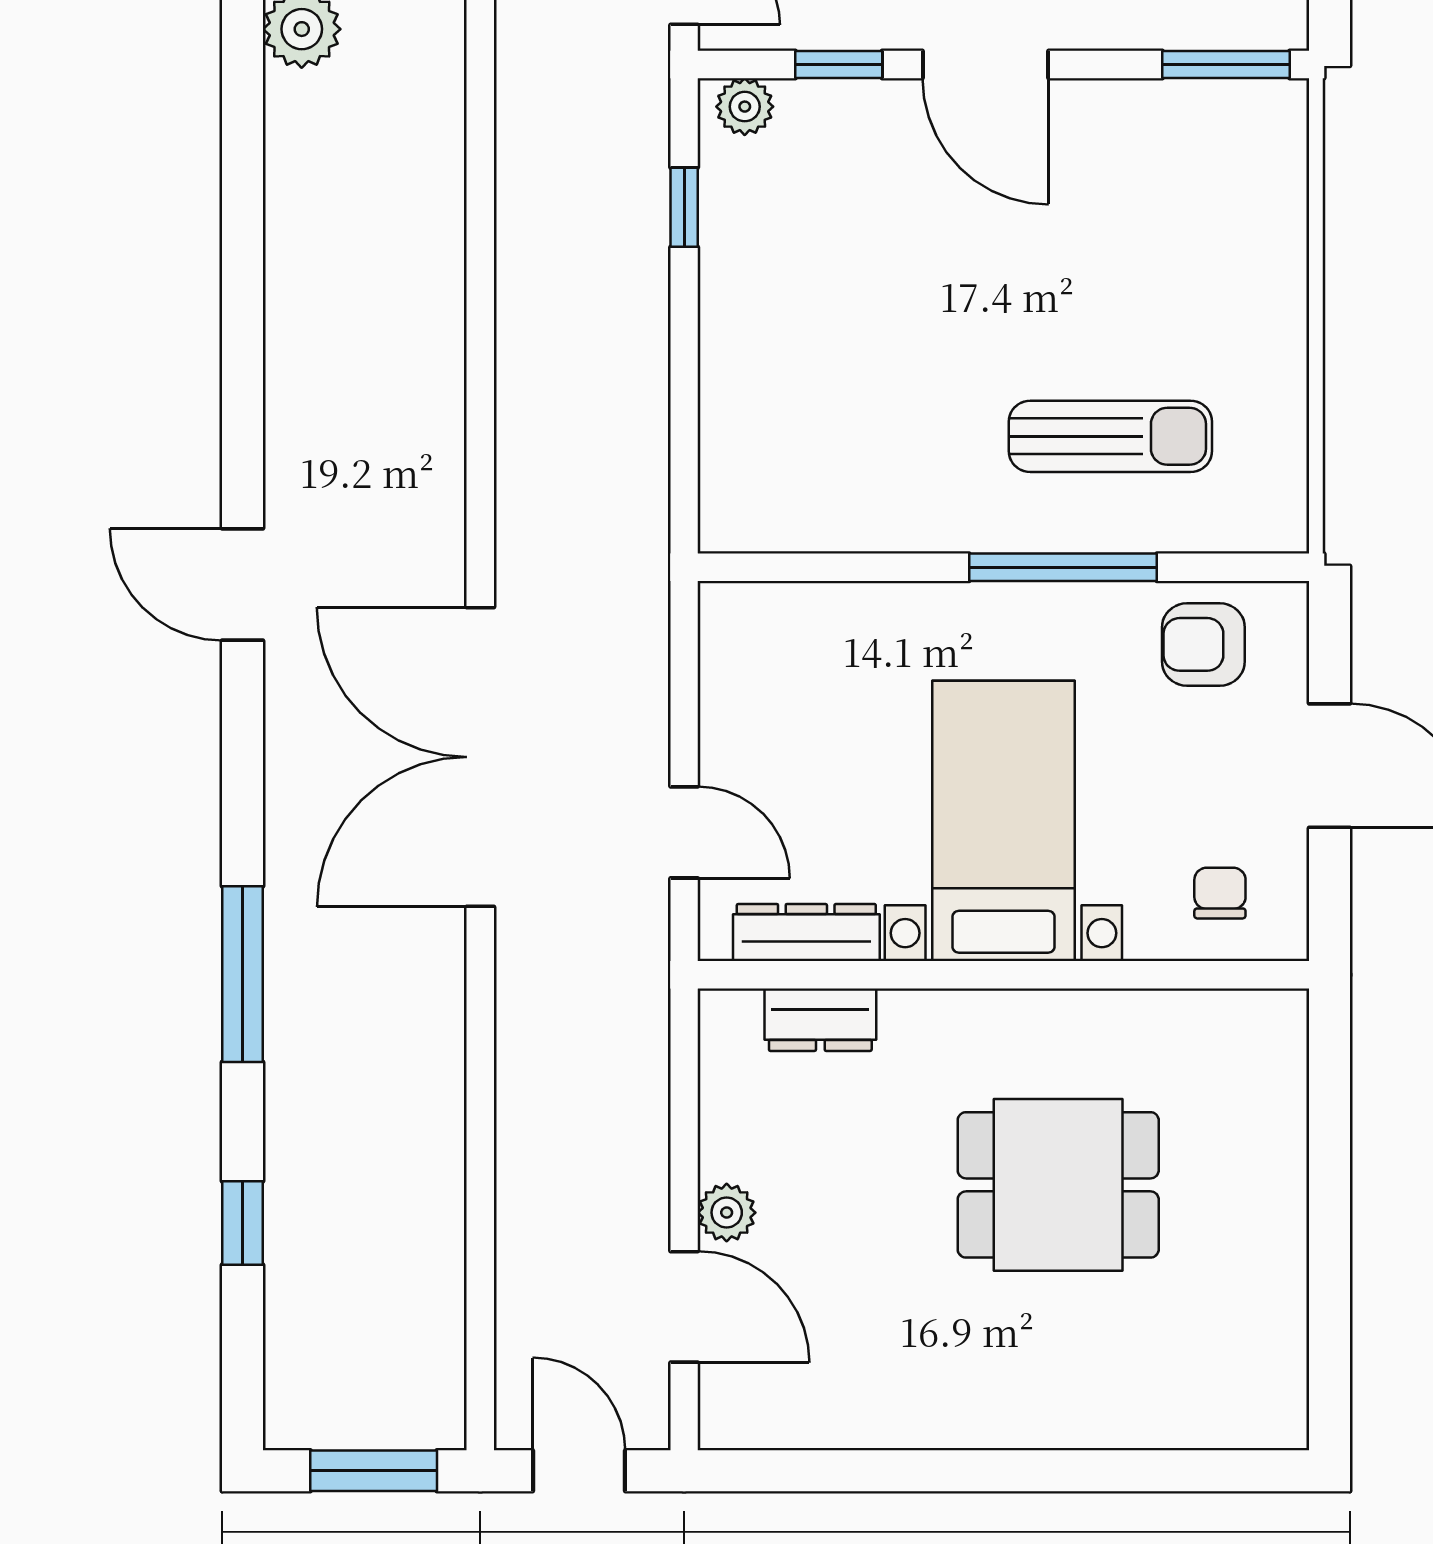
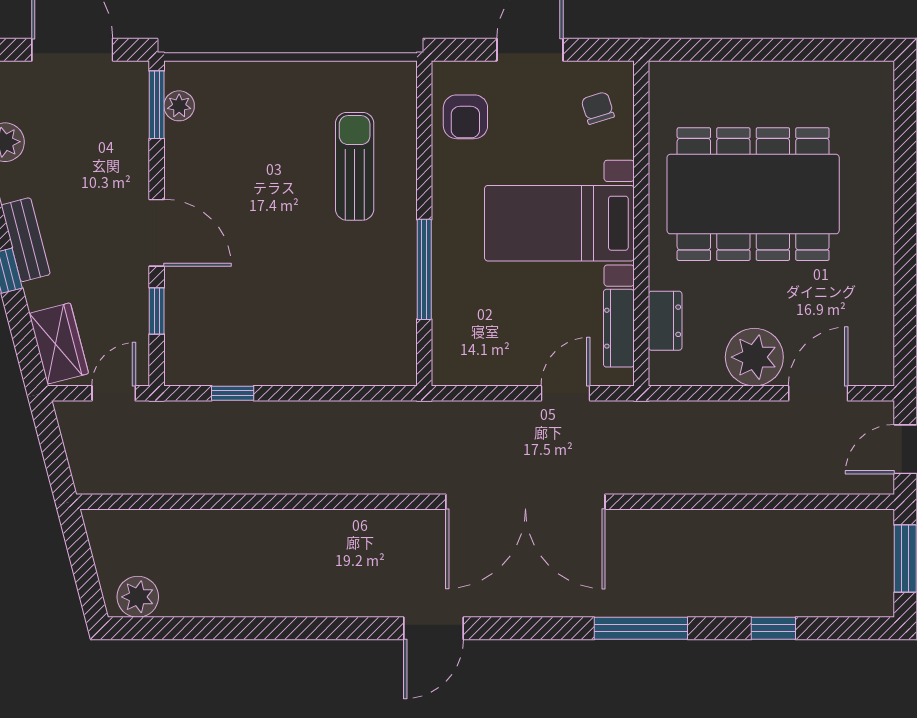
door: (985, 64) -> (157, 233), hinge flipped
plant: (745, 107) -> (179, 106), moved
window: (1063, 567) -> (424, 269), moved
chair: (1220, 893) -> (598, 108), turned 73
dining table: (1058, 1185) -> (753, 194), width x1.88, depth x1.24
plant: (727, 1213) -> (754, 357), width x1.87, depth x1.87

